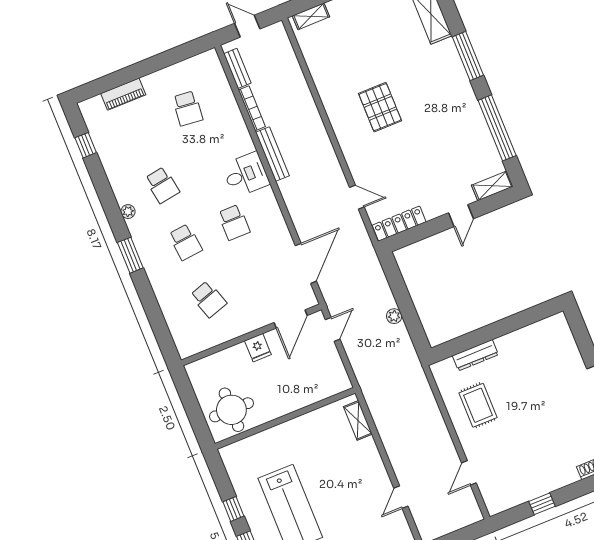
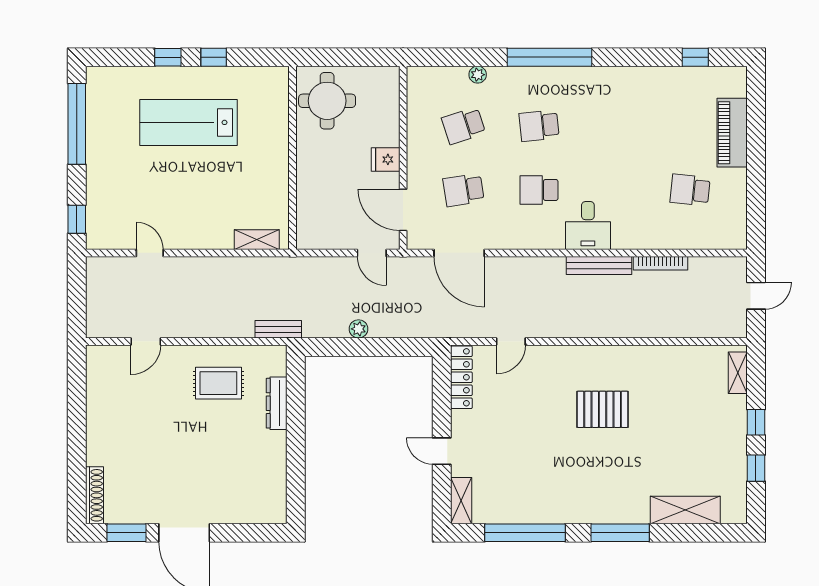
bench: (237, 68) -> (278, 329), moved
piano: (123, 94) -> (732, 133), width x1.37, depth x1.33
school desk: (162, 185) -> (464, 190), moved
plant: (128, 212) -> (478, 75), moved
window: (130, 255) -> (550, 57), width x2.11
door: (469, 473) -> (146, 341), swing flipped
window: (542, 504) -> (77, 410), removed

